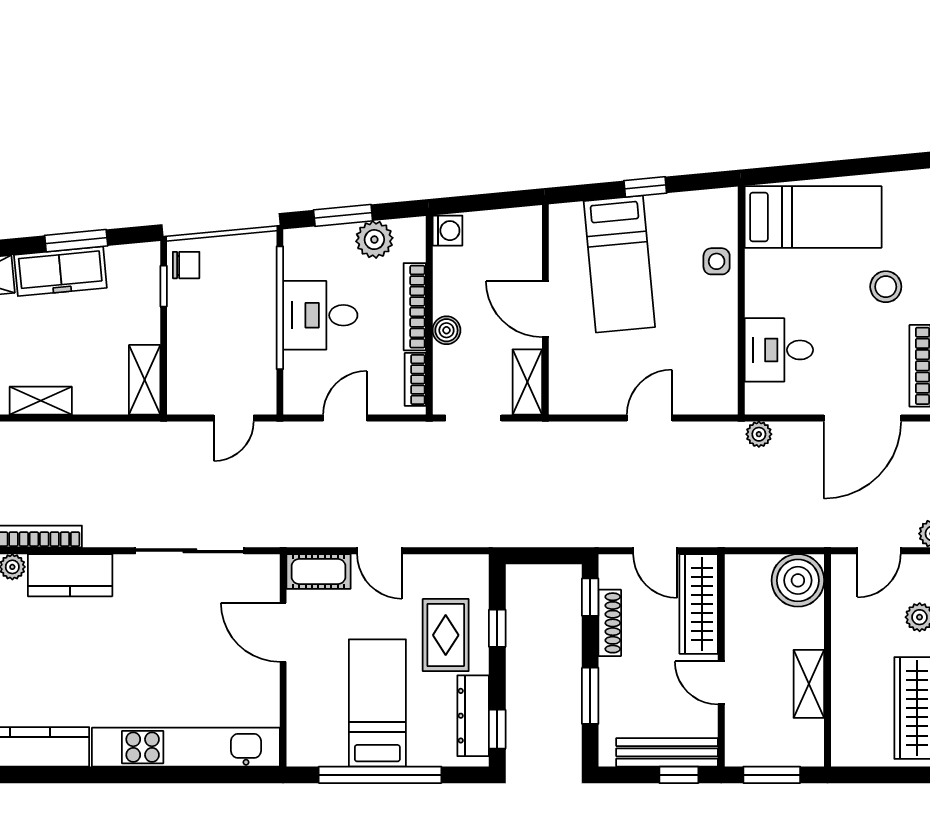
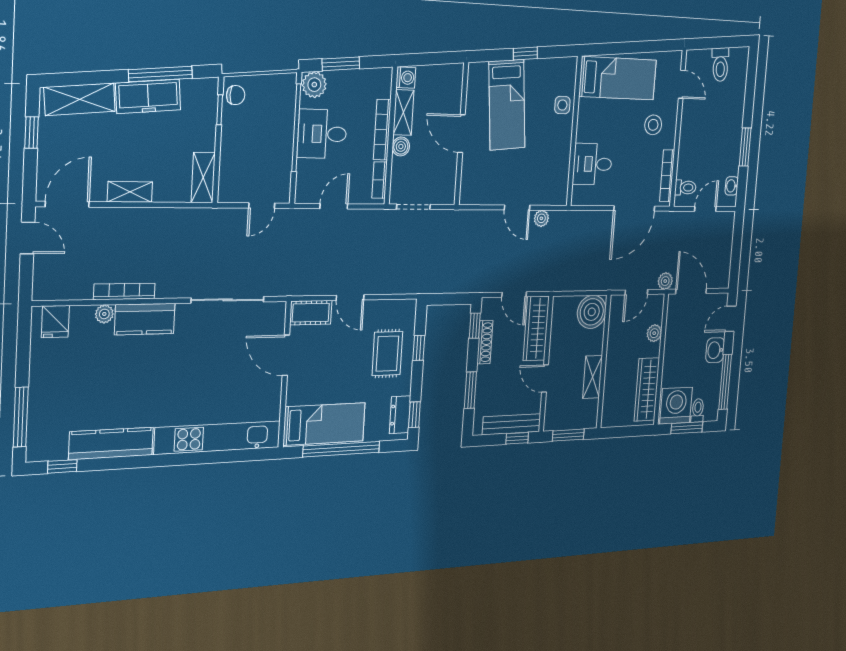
plant: (374, 240) -> (314, 85), moved
window: (76, 241) -> (160, 74), width x1.44
shelving: (527, 382) -> (403, 112), moved
door: (649, 418) -> (517, 208), swing flipped
plant: (759, 434) -> (541, 218), moved
bed: (377, 703) -> (324, 424), moved, turned 90
dresser: (473, 716) -> (400, 415), width x0.70

